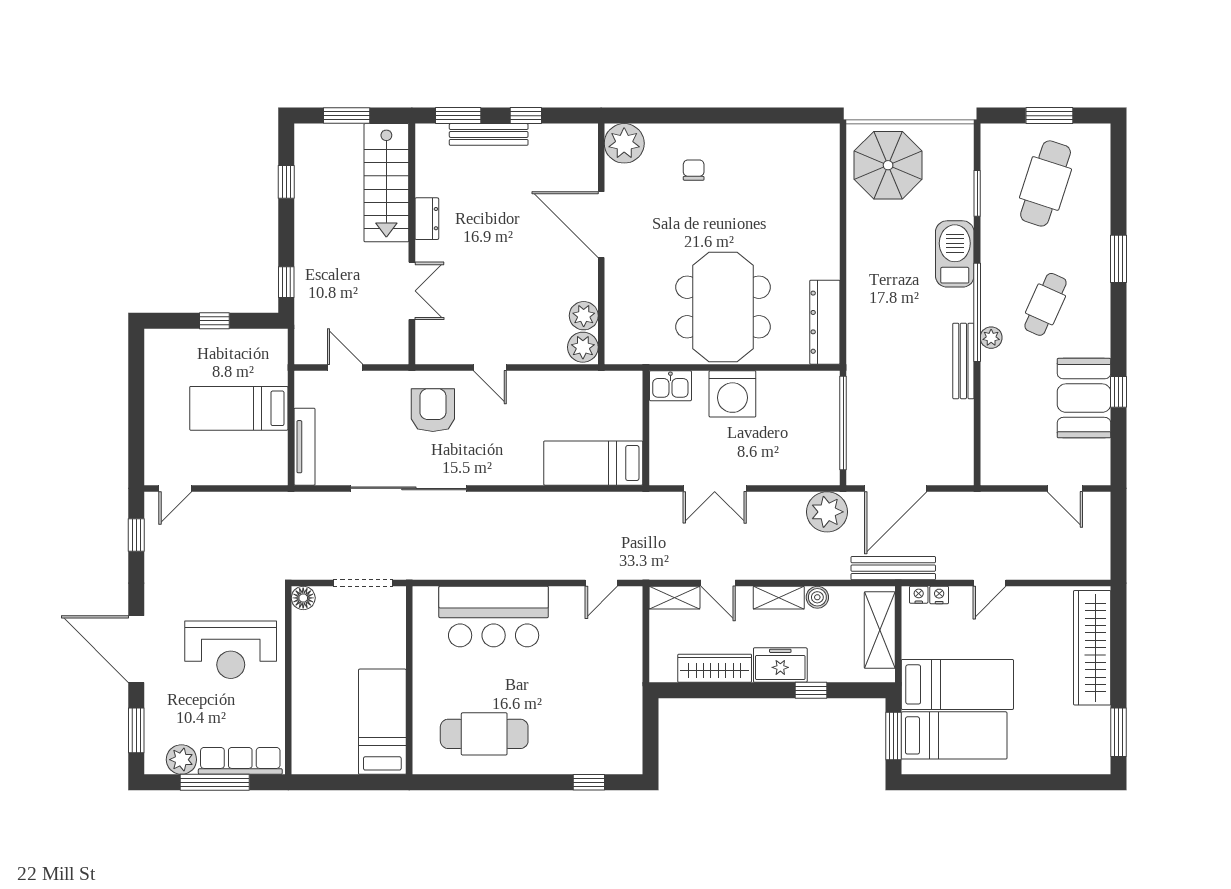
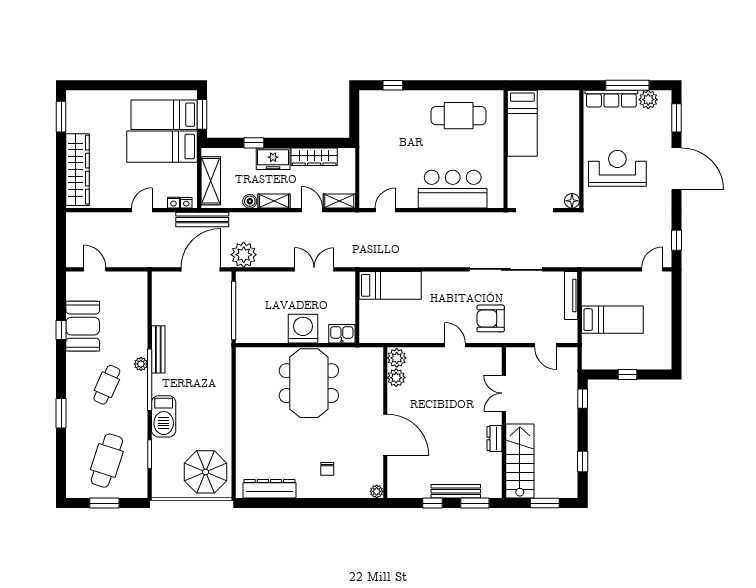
plant: (624, 143) -> (377, 491), width x0.53, depth x0.53
dresser: (825, 322) -> (269, 489), moved, turned -90
armchair: (433, 410) -> (491, 318), turned 90

